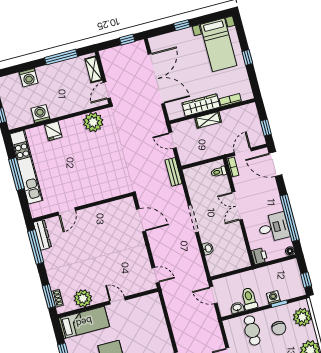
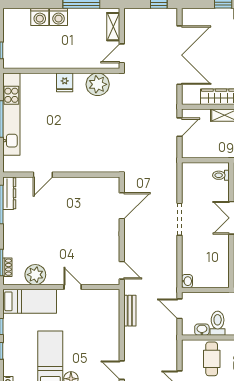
washing machine: (40, 114) -> (59, 17), moved, turned 180
fridge: (53, 131) -> (65, 82), moved
door: (173, 140) -> (179, 127), swing flipped
bench: (174, 172) -> (130, 311), moved
door: (141, 220) -> (122, 206), hinge flipped
washbasin: (208, 249) -> (187, 281), moved

